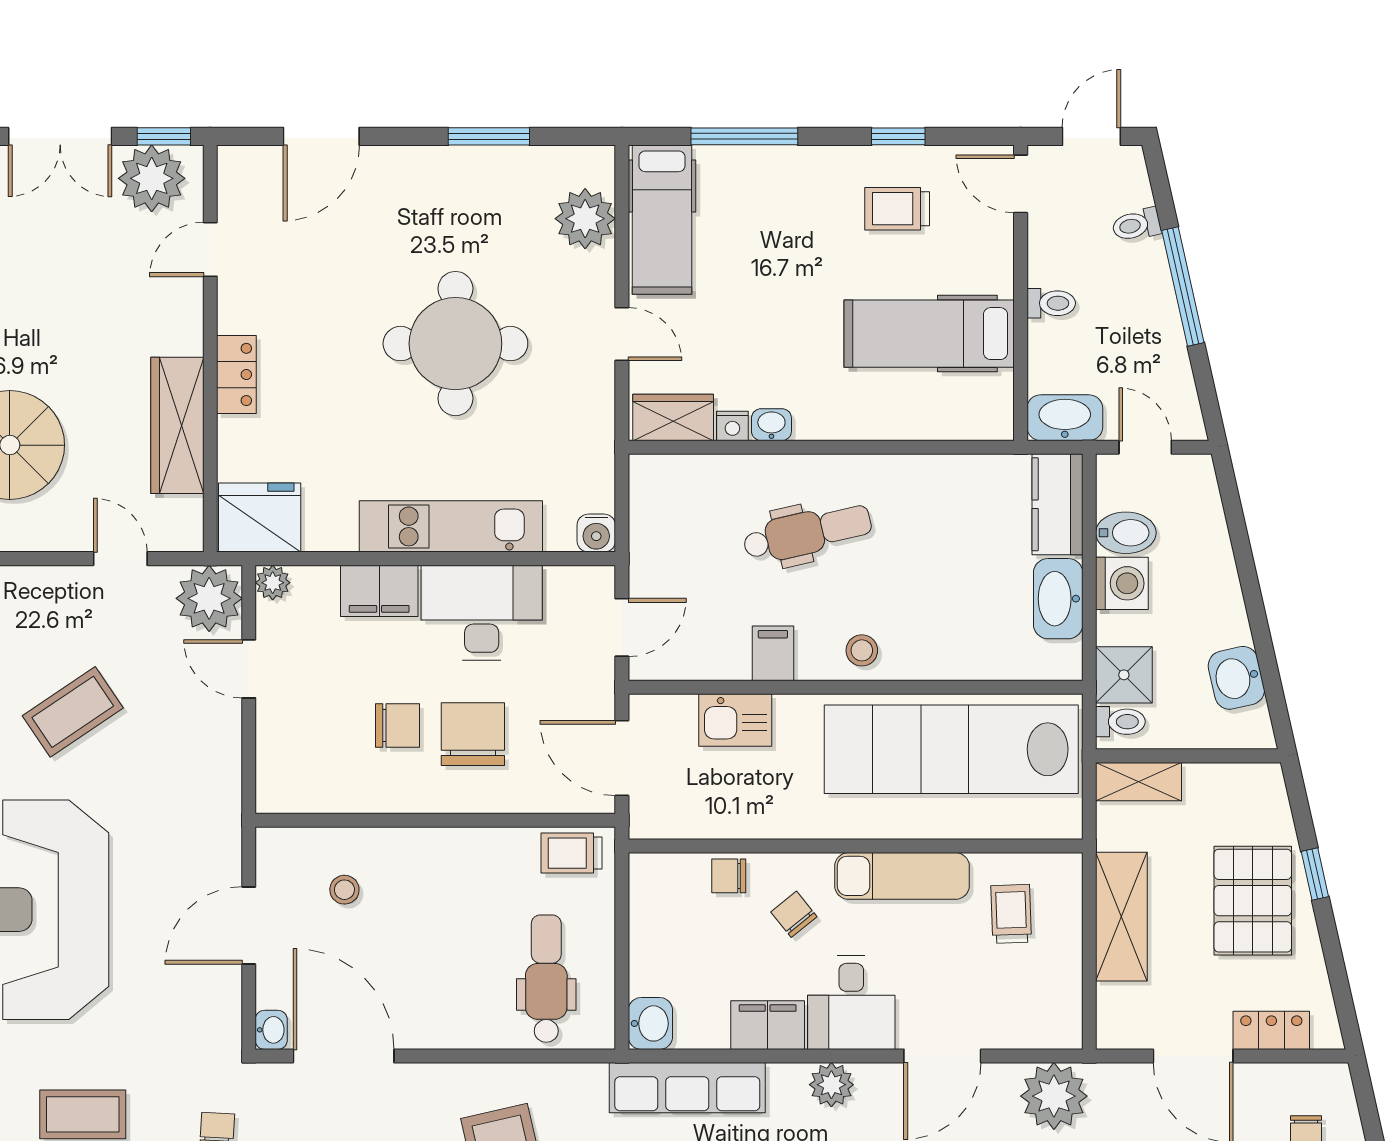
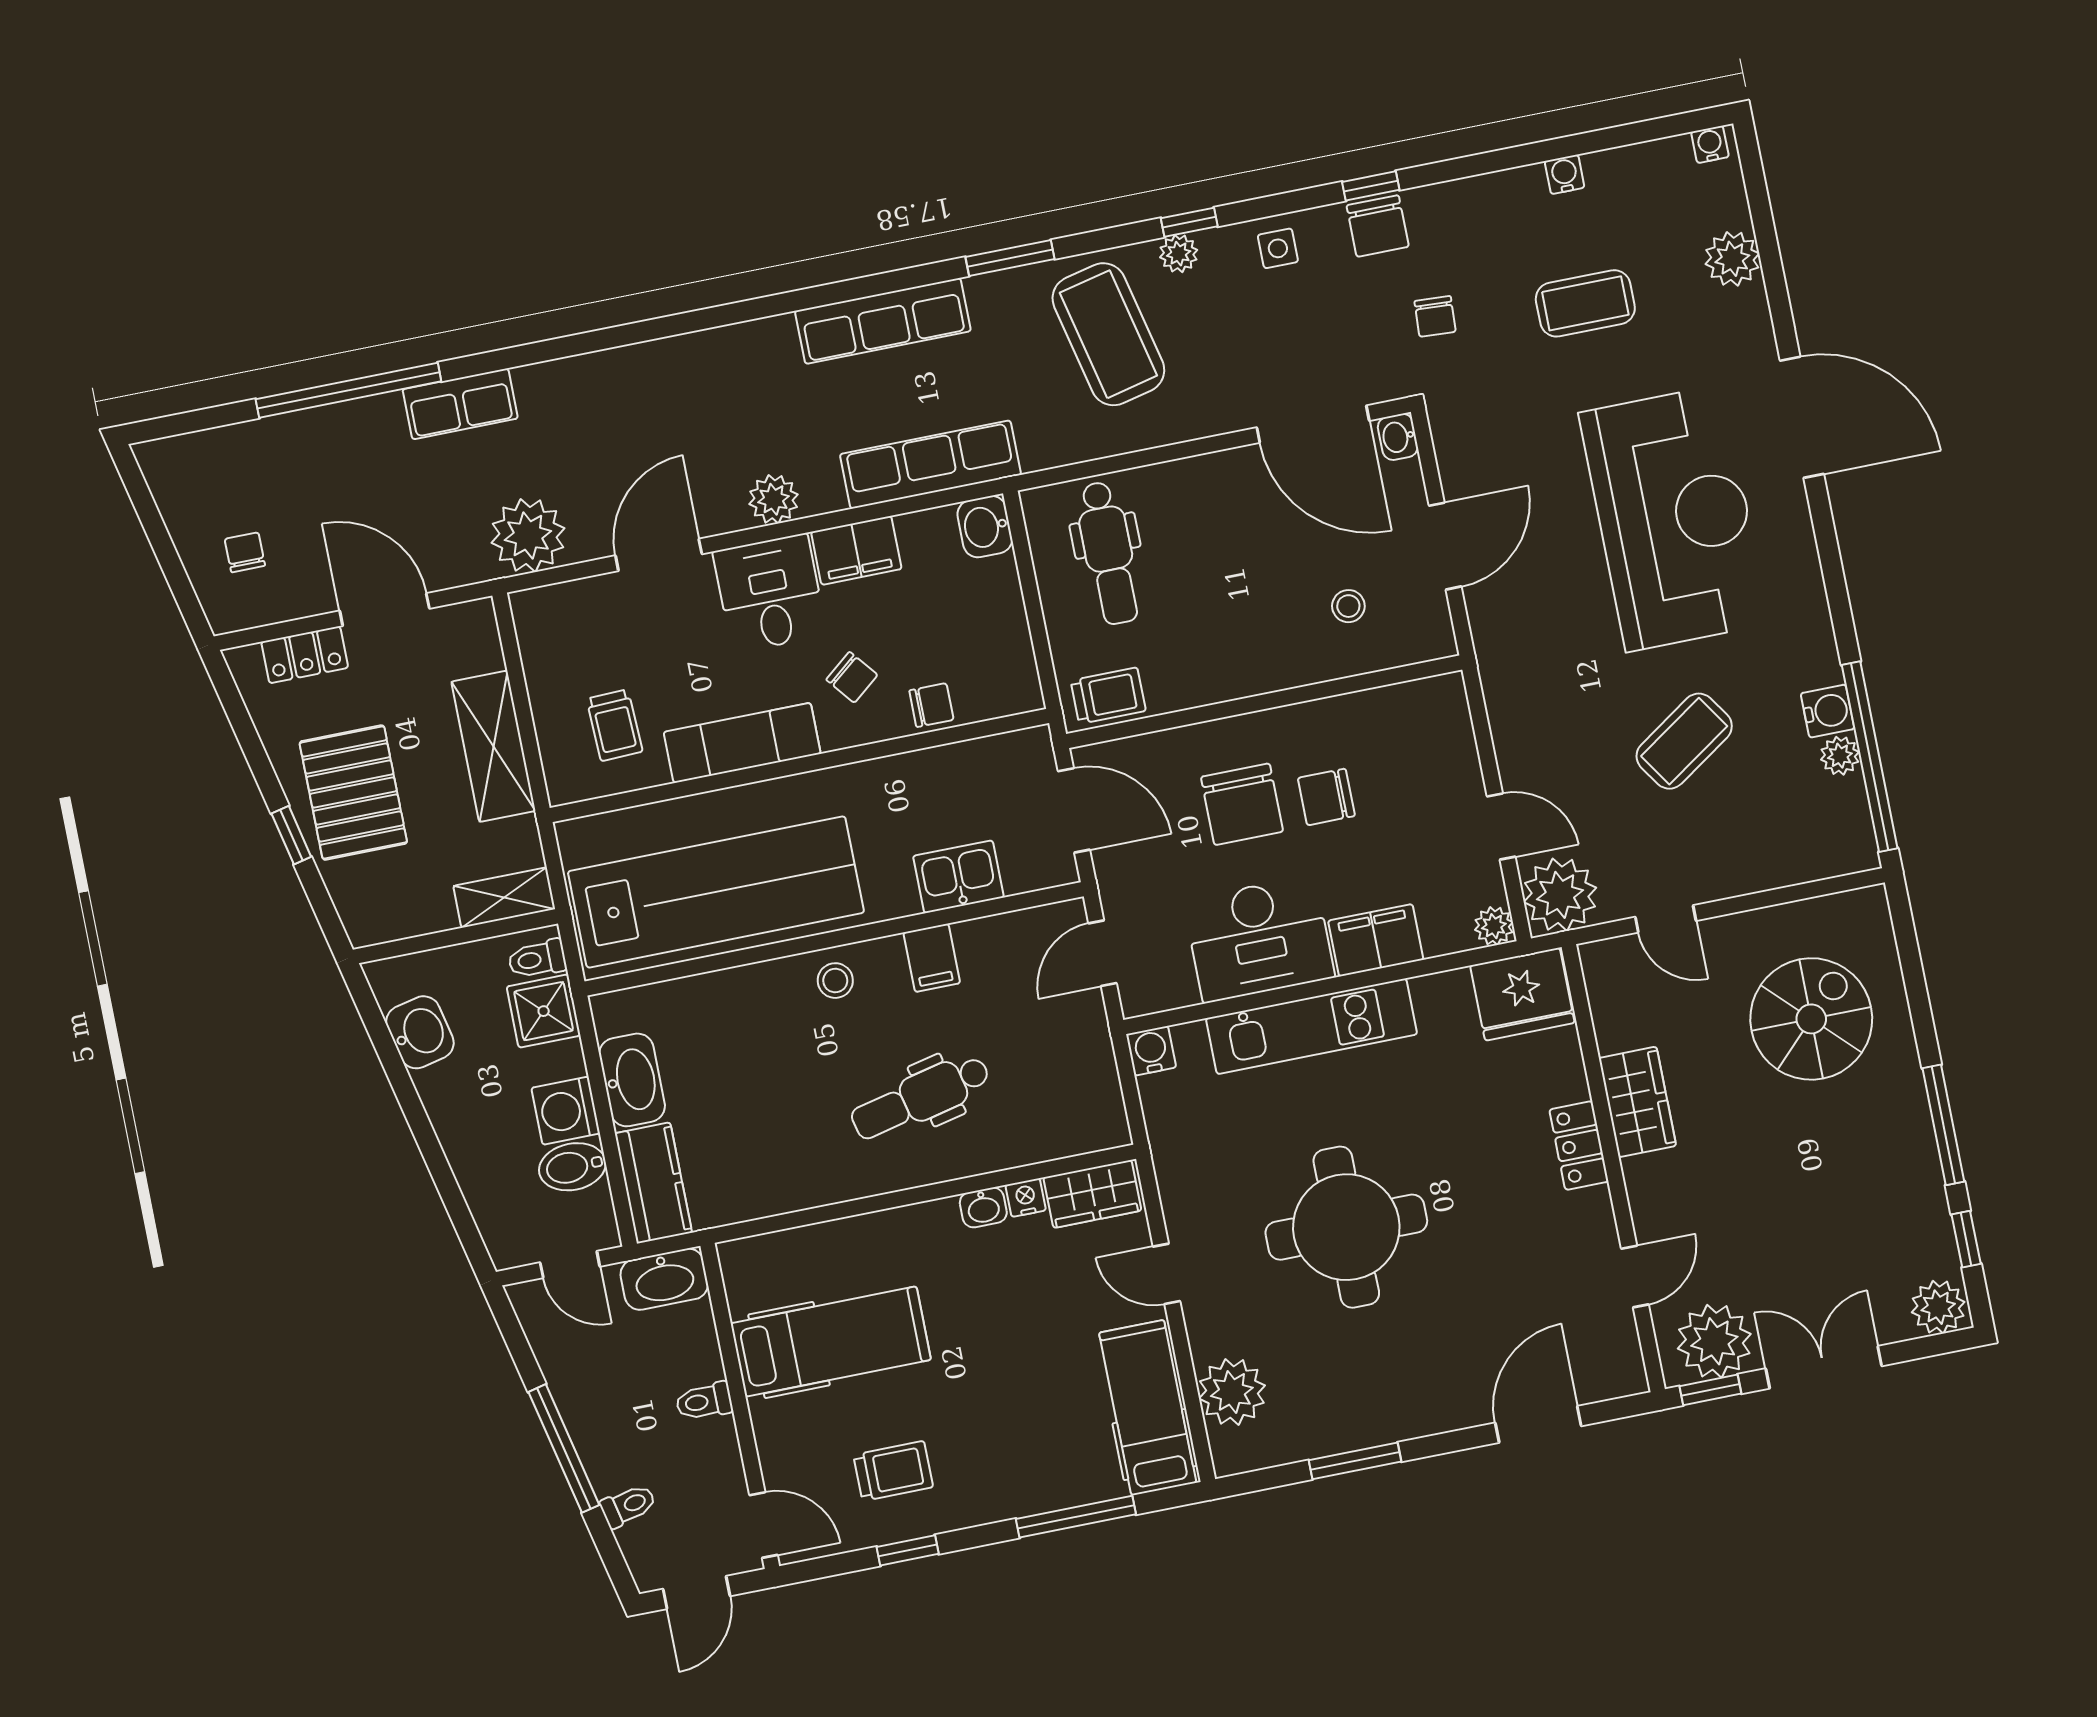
wardrobe: (177, 425) -> (1637, 1102), width x0.67

